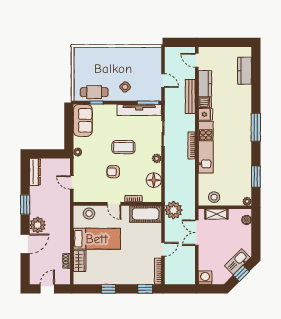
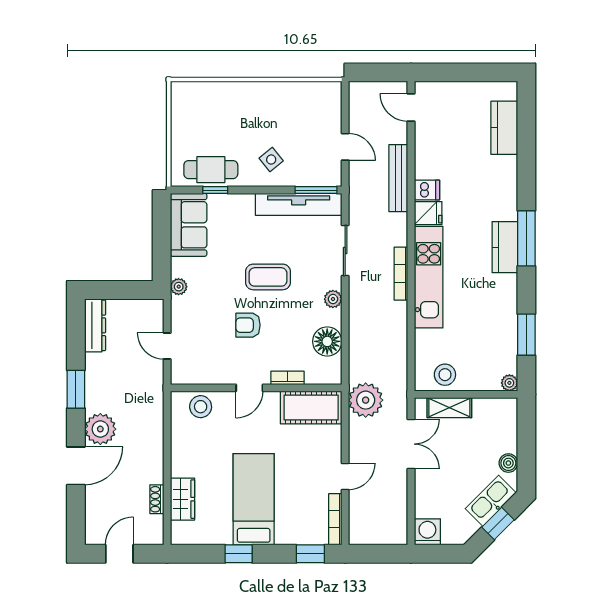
kitchen counter: (205, 84) -> (505, 247), moved, turned 180
door: (114, 204) -> (249, 388), hinge flipped
boiler: (247, 220) -> (508, 463), moved
double door: (197, 233) -> (411, 444), swing flipped
bed: (97, 239) -> (254, 499), moved, turned -90

